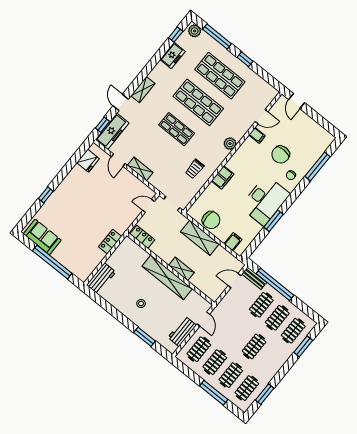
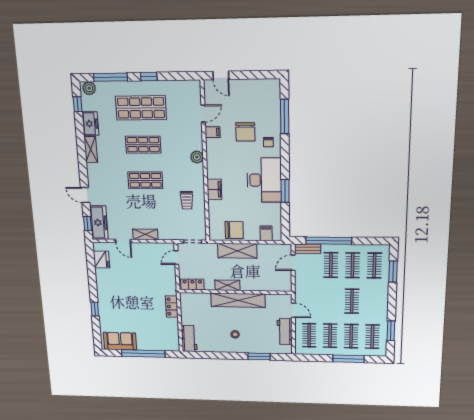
shelving: (143, 90) -> (91, 150), moved
shop shelf: (198, 102) -> (143, 145), width x0.70, depth x0.74
shelving: (181, 269) -> (227, 285), moved

